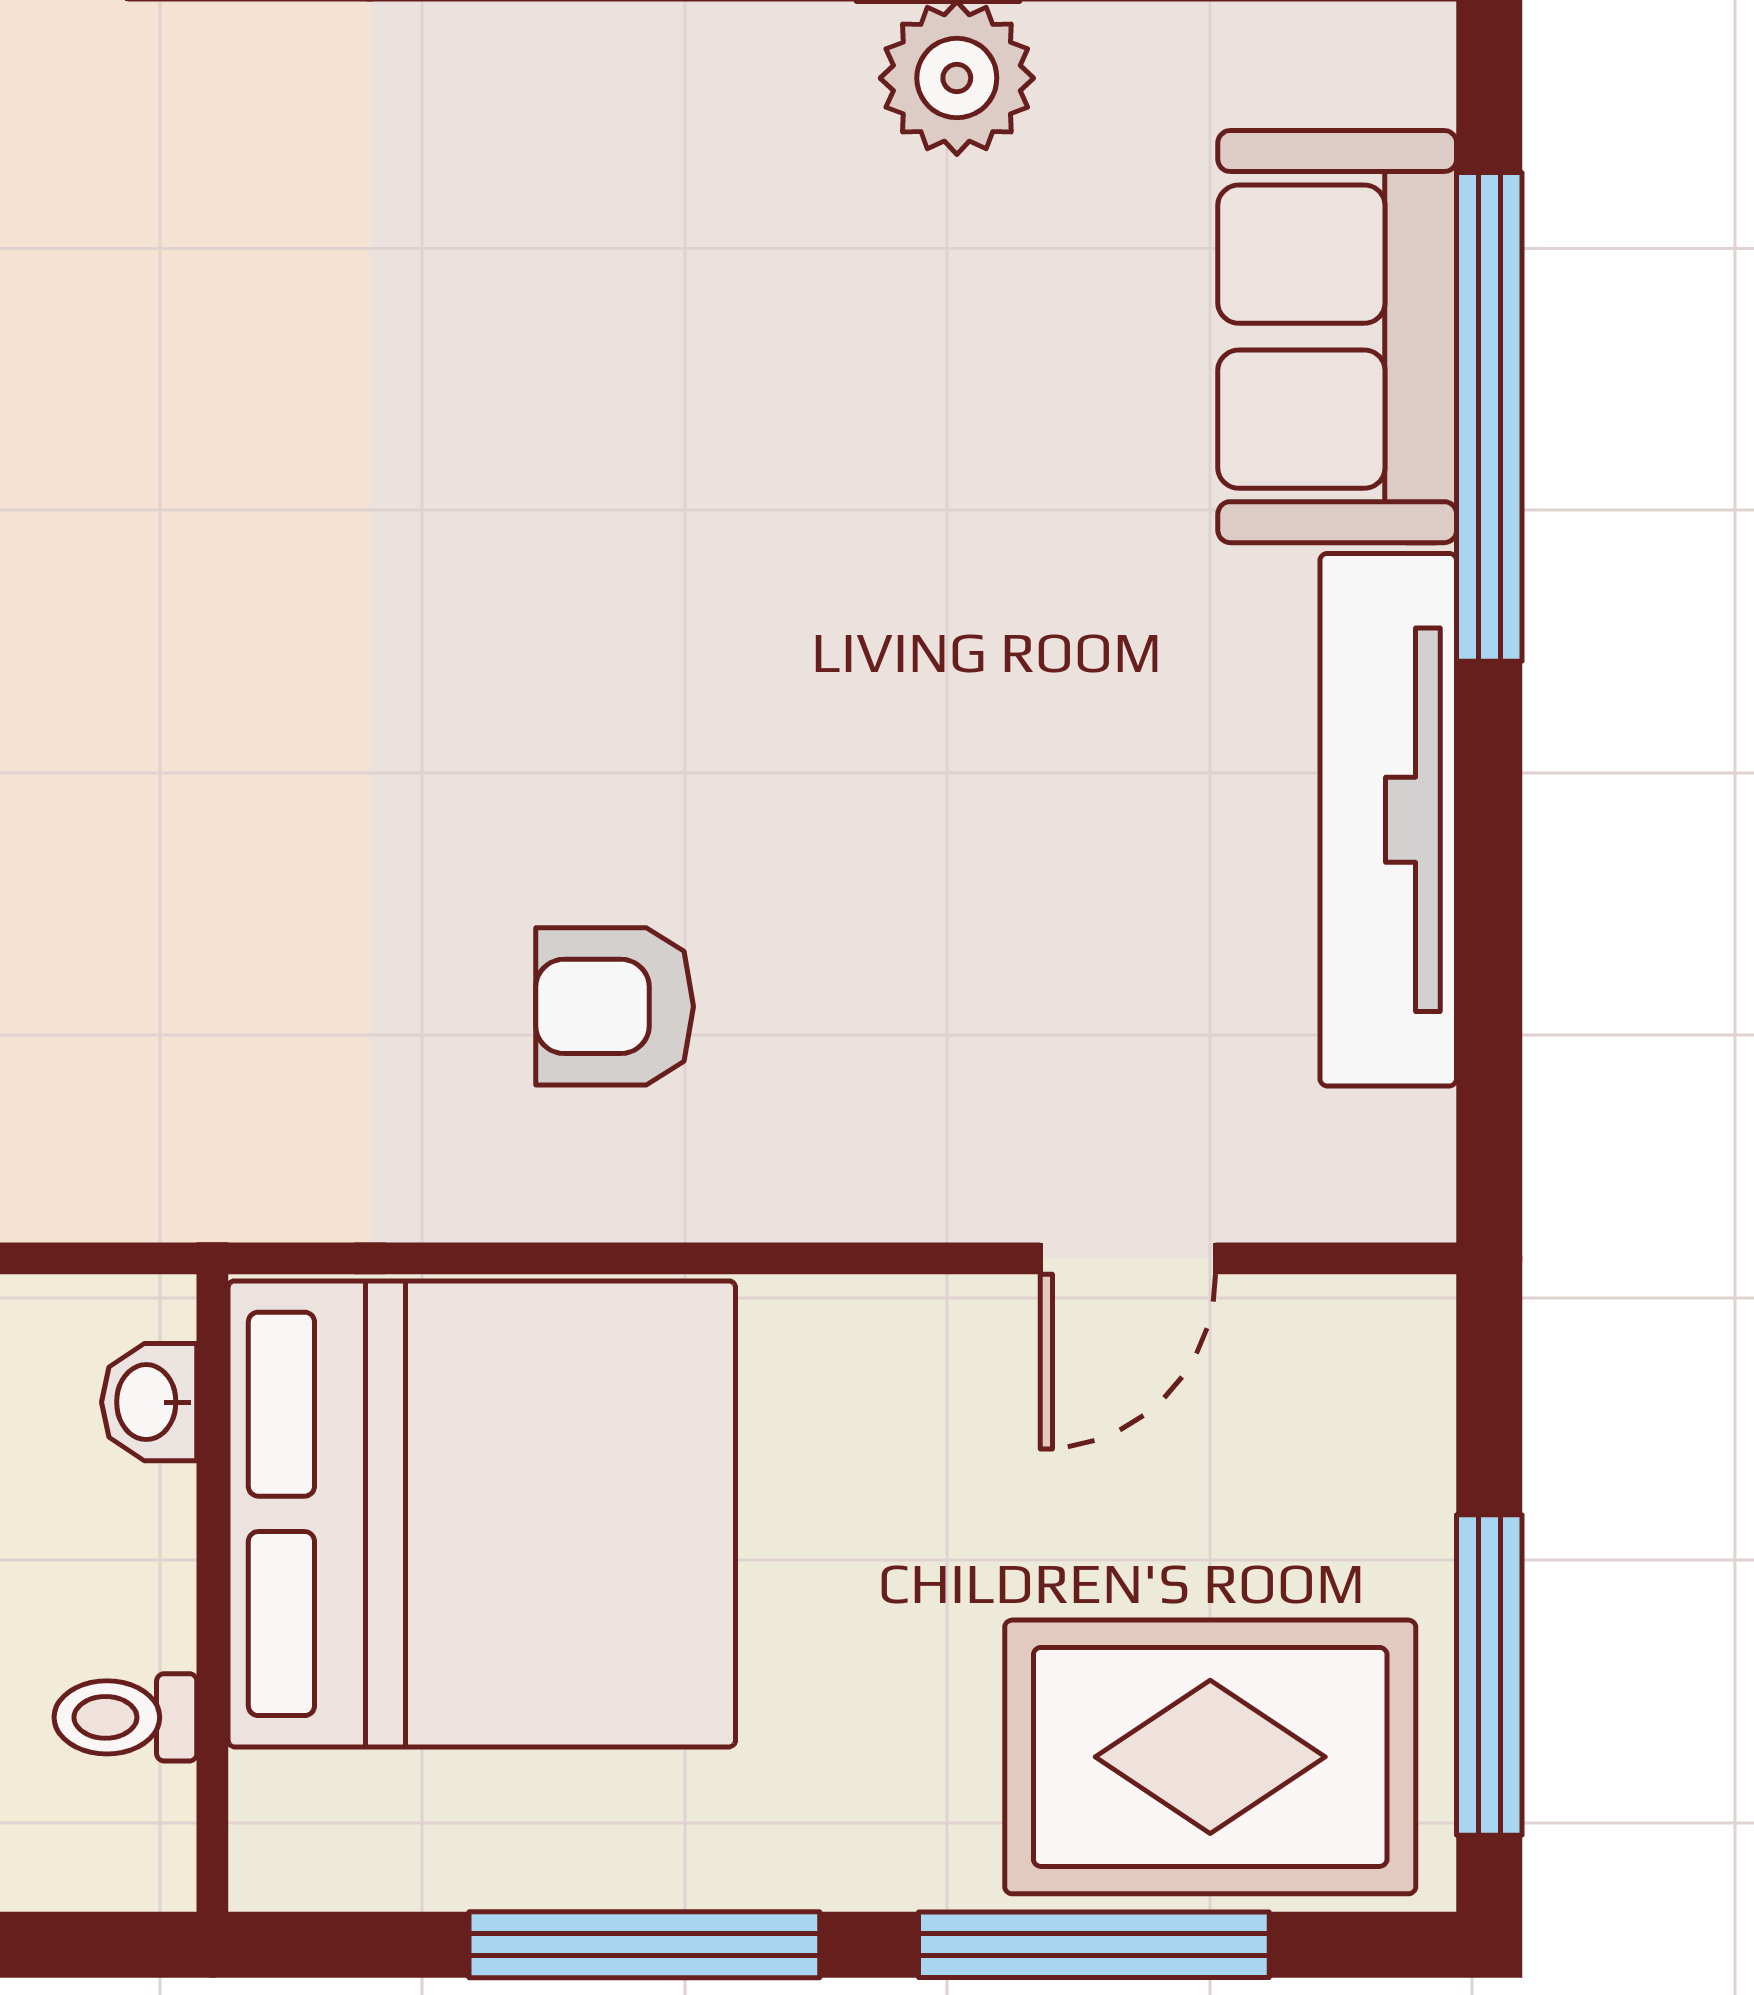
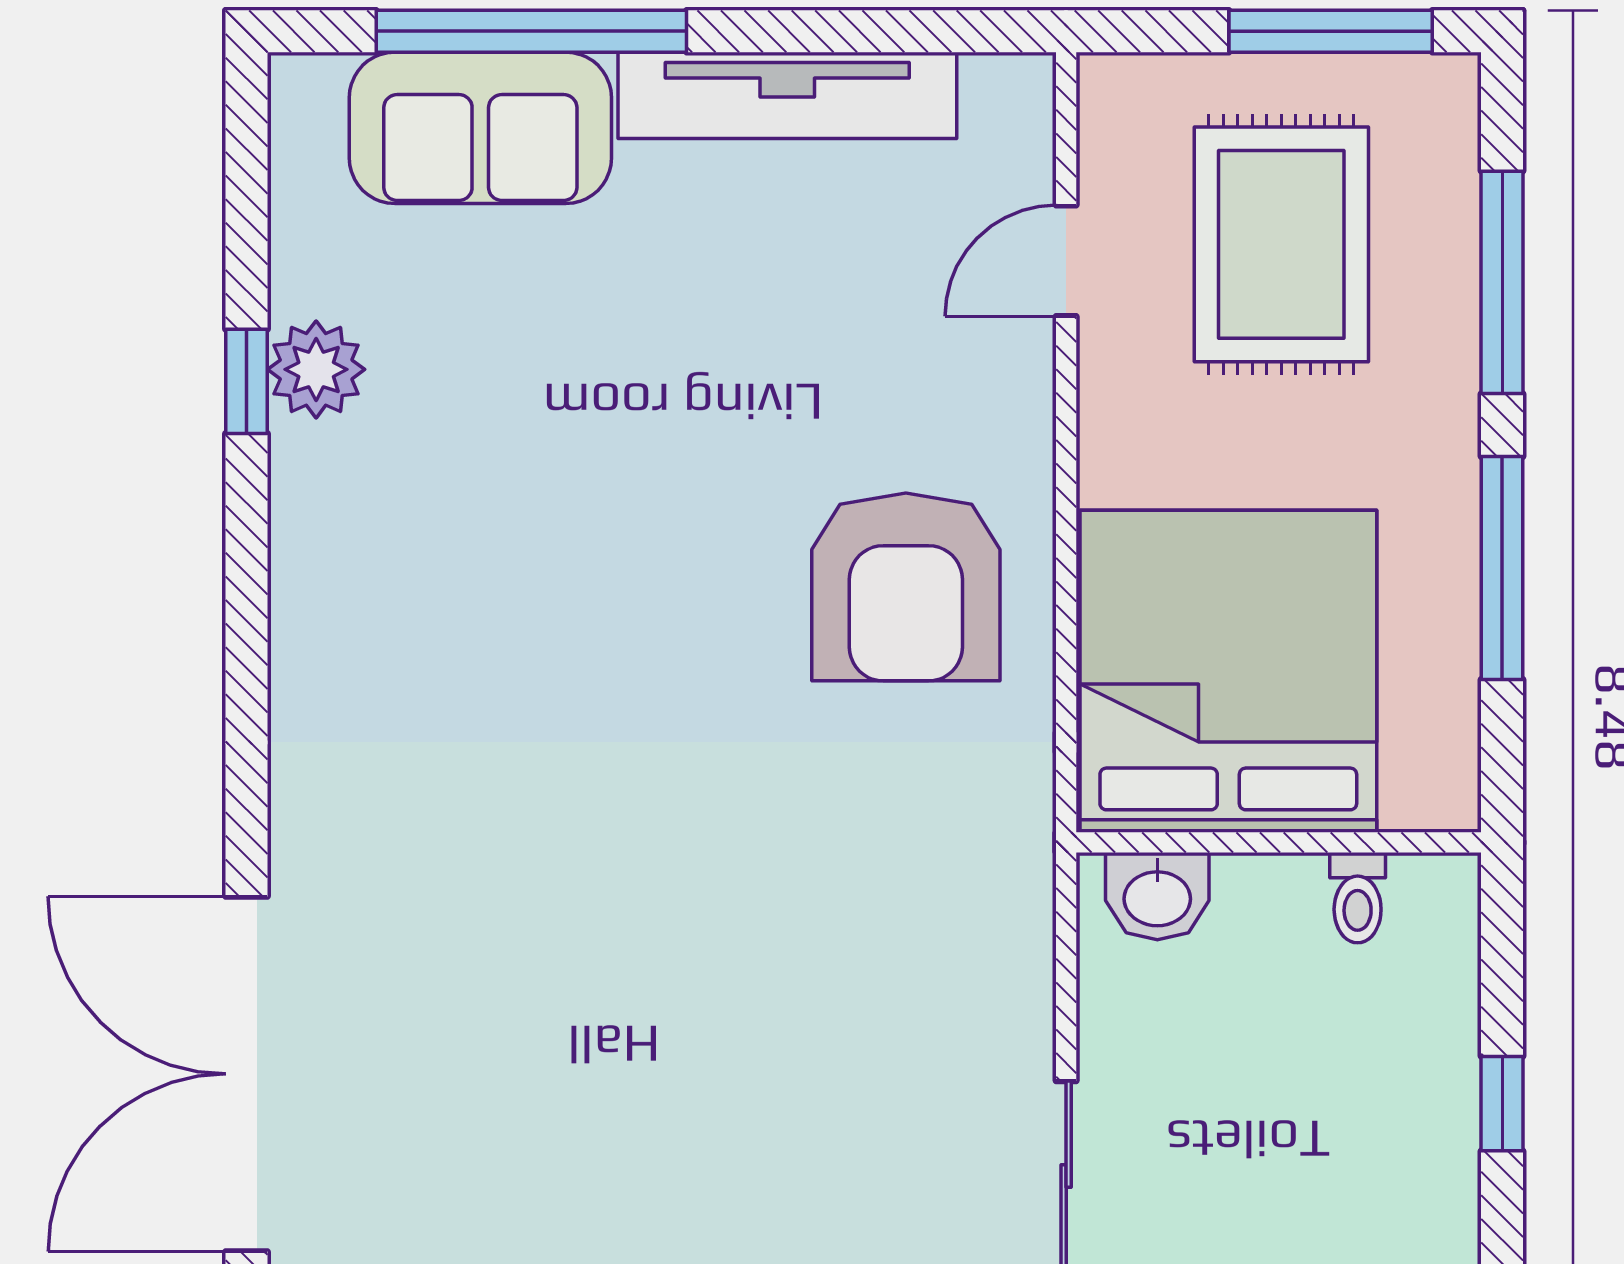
armchair: (615, 1006) -> (906, 587), width x1.88, depth x1.88
door: (1128, 1258) -> (1066, 261), swing flipped
washbasin: (149, 1402) -> (1157, 896), width x1.38, depth x1.45
rug: (1210, 1757) -> (1281, 244), moved

